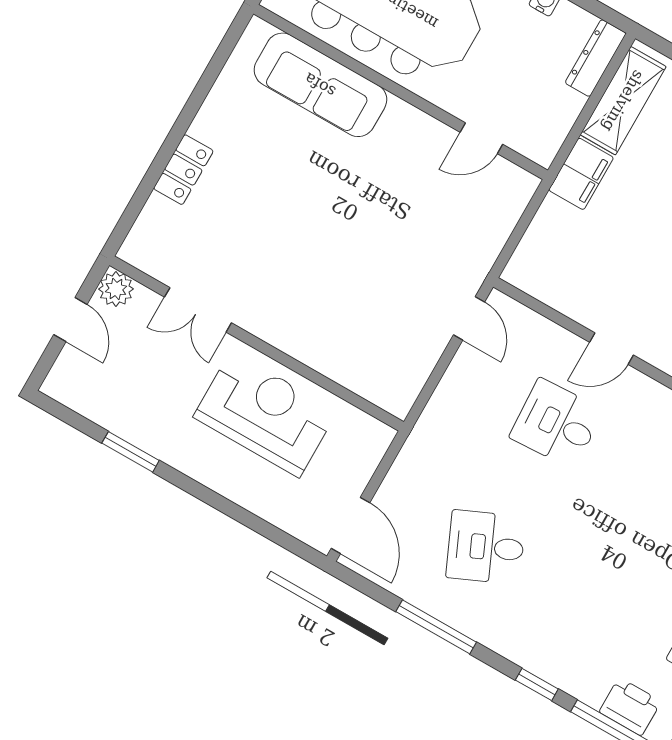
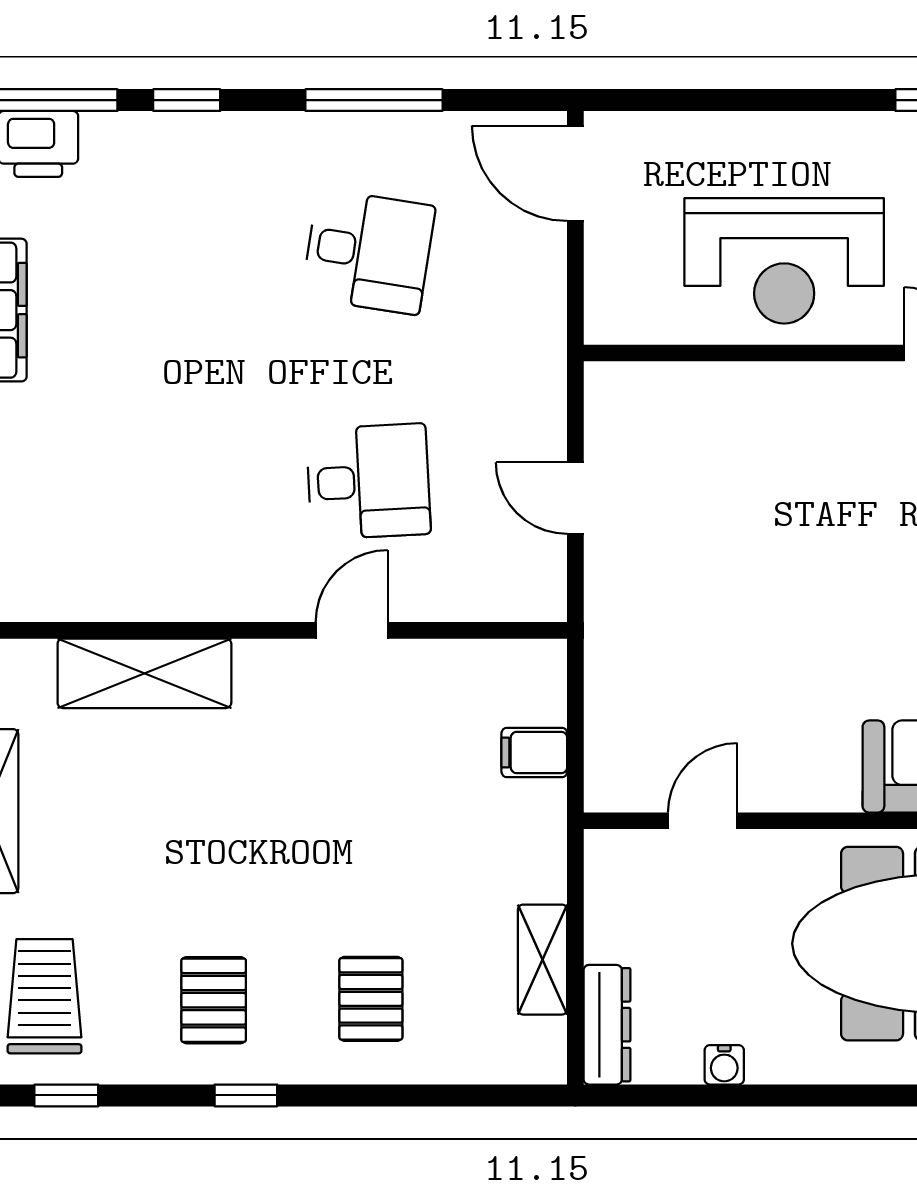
shelving: (623, 101) -> (543, 960), width x0.67, depth x0.75
filing cabinet: (581, 174) -> (534, 752), moved, width x0.50
door: (469, 318) -> (575, 498), moved
desk: (486, 547) -> (368, 252), turned 33

